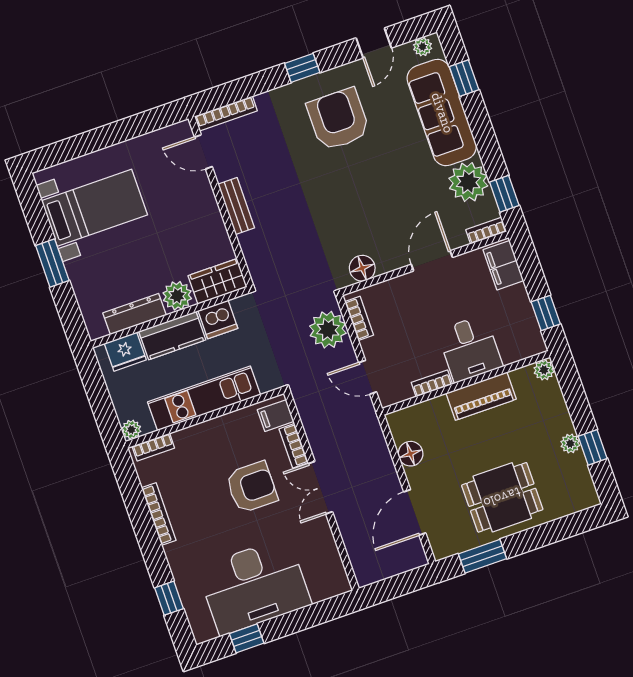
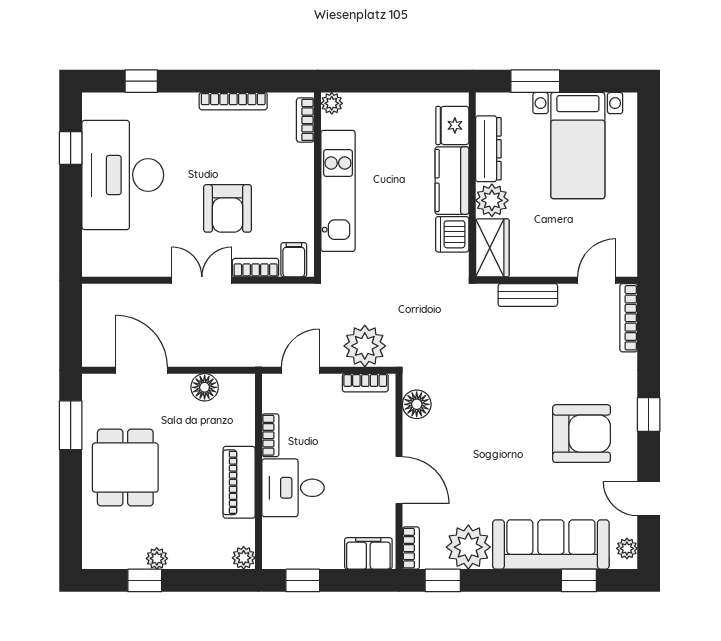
wardrobe: (218, 281) -> (492, 248), moved
plant: (177, 296) -> (492, 200), moved
dresser: (134, 314) -> (488, 149), moved
wall: (170, 317) -> (472, 185), moved
dishwasher: (218, 319) -> (452, 234), moved
kitchen counter: (172, 336) -> (452, 181), moved
fridge: (125, 352) -> (452, 125), moved

